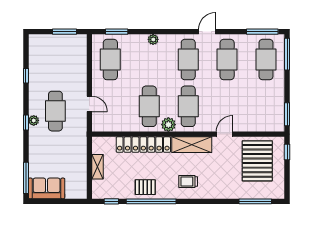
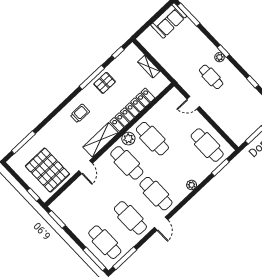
cafe table: (55, 111) -> (211, 77), width x0.73, depth x0.74
window: (151, 201) -> (92, 77), width x0.68

